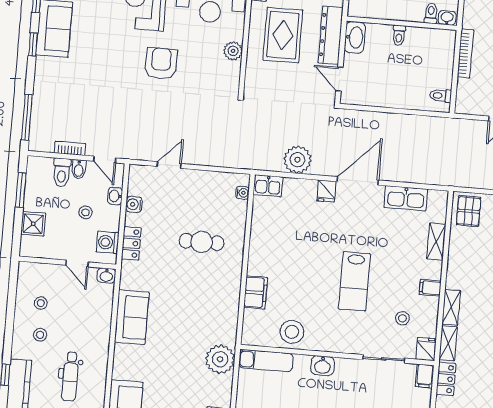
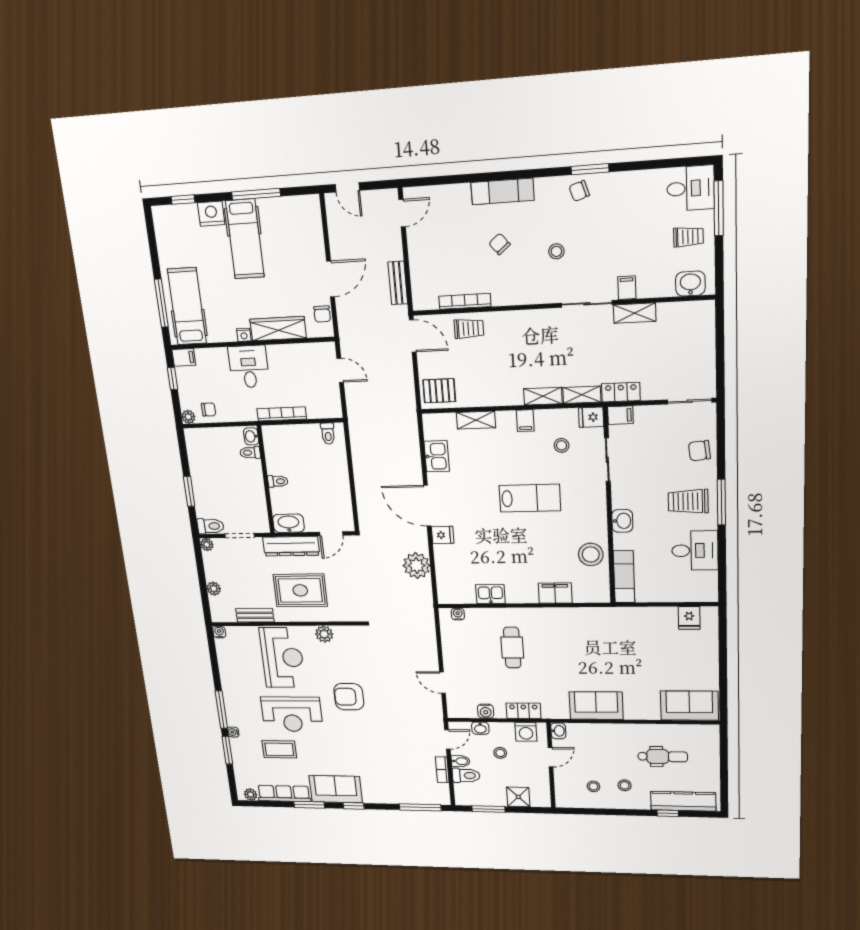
kitchen sink: (268, 186) -> (490, 594), moved, turned -90
kitchen sink: (406, 198) -> (437, 456), width x0.73
plant: (220, 359) -> (628, 621), removed

